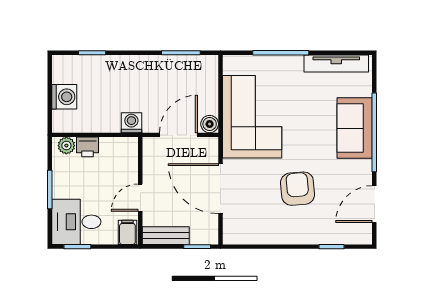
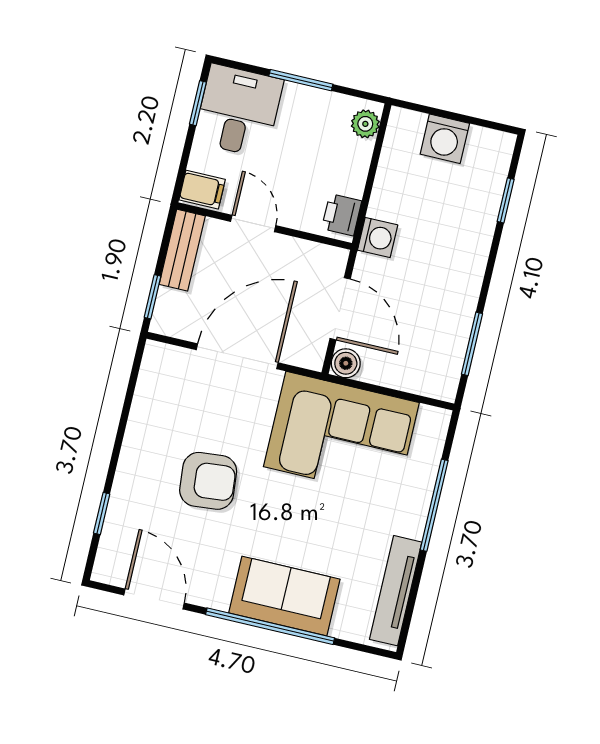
printer: (88, 147) -> (342, 215), moved

